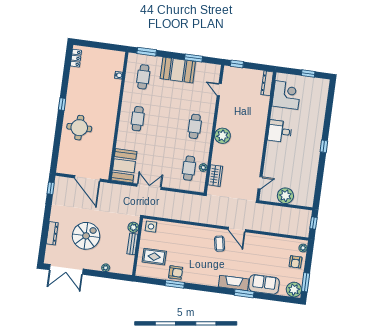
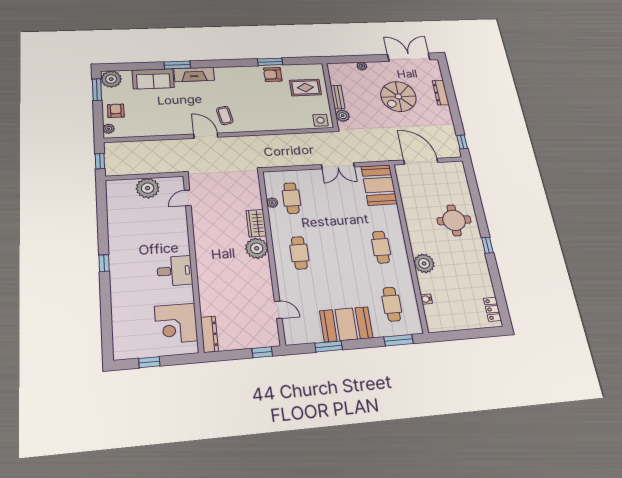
plant: (112, 101) -> (424, 263), added
wardrobe: (215, 176) -> (256, 223), moved

